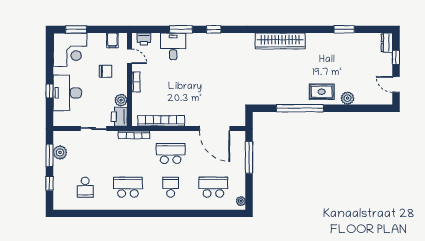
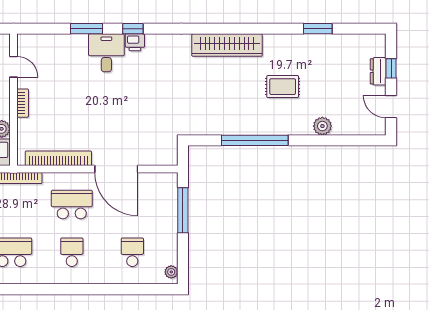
printer: (144, 39) -> (135, 42), moved
dresser: (387, 43) -> (378, 71), moved
desk: (173, 46) -> (106, 53), moved
rug: (322, 92) -> (283, 87), moved
door: (215, 129) -> (116, 169), moved
school desk: (213, 187) -> (132, 252), width x0.54

